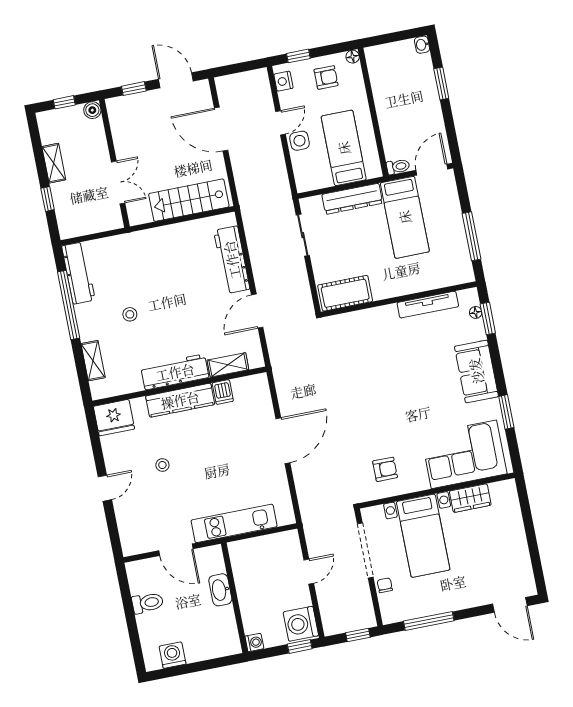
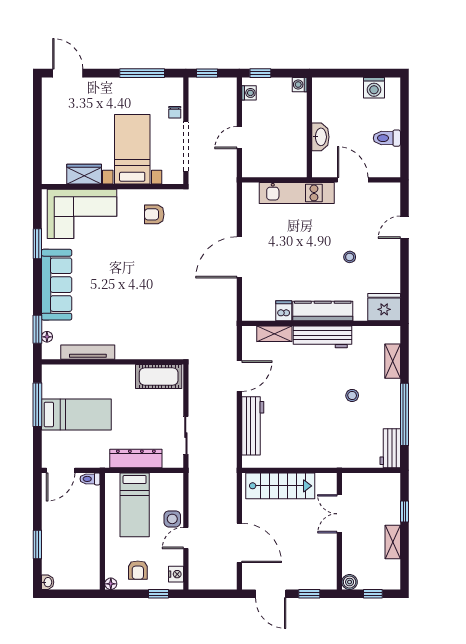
armchair: (326, 77) -> (138, 570), turned -90
bed: (405, 217) -> (76, 414), moved, turned 90
workbench: (78, 273) -> (390, 448), width x0.73
sofa: (476, 371) -> (57, 285), width x1.36
door: (105, 488) -> (405, 227), moved
washing machine: (301, 624) -> (249, 93), width x0.53, depth x0.53

